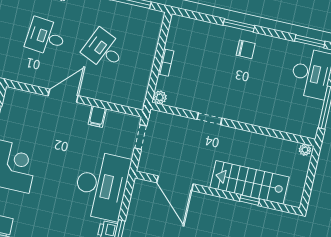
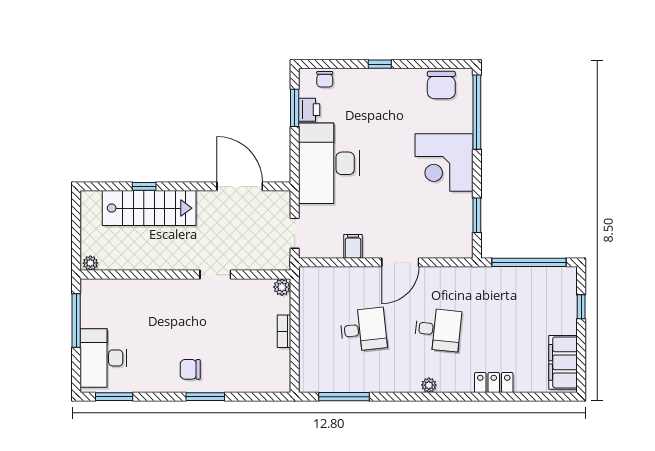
desk: (104, 50) -> (363, 330), turned -30

